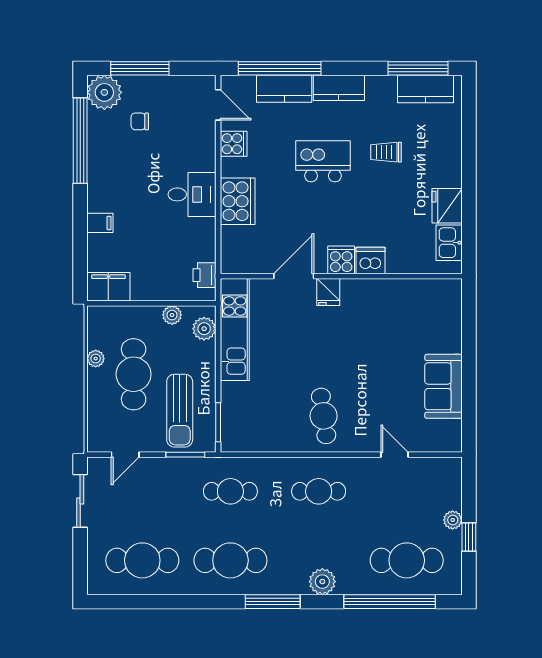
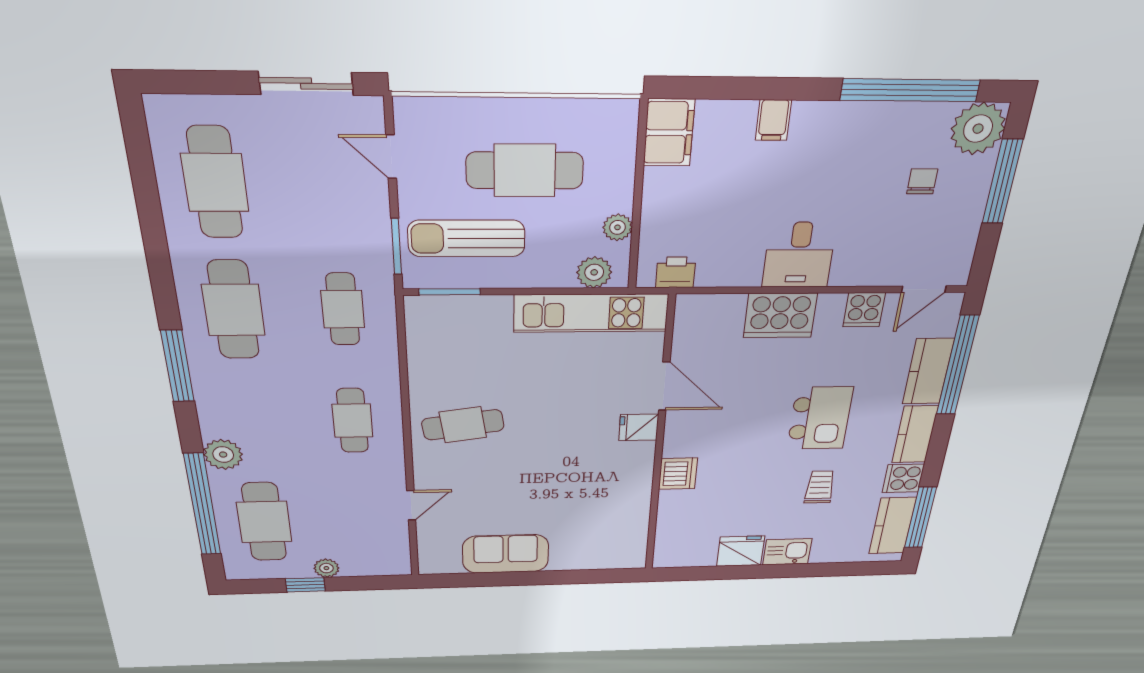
kitchen sink: (449, 243) -> (787, 552), moved
cooker: (341, 260) -> (903, 478), moved, turned 180
plant: (96, 359) -> (552, 111), removed
plant: (322, 582) -> (223, 455), moved

